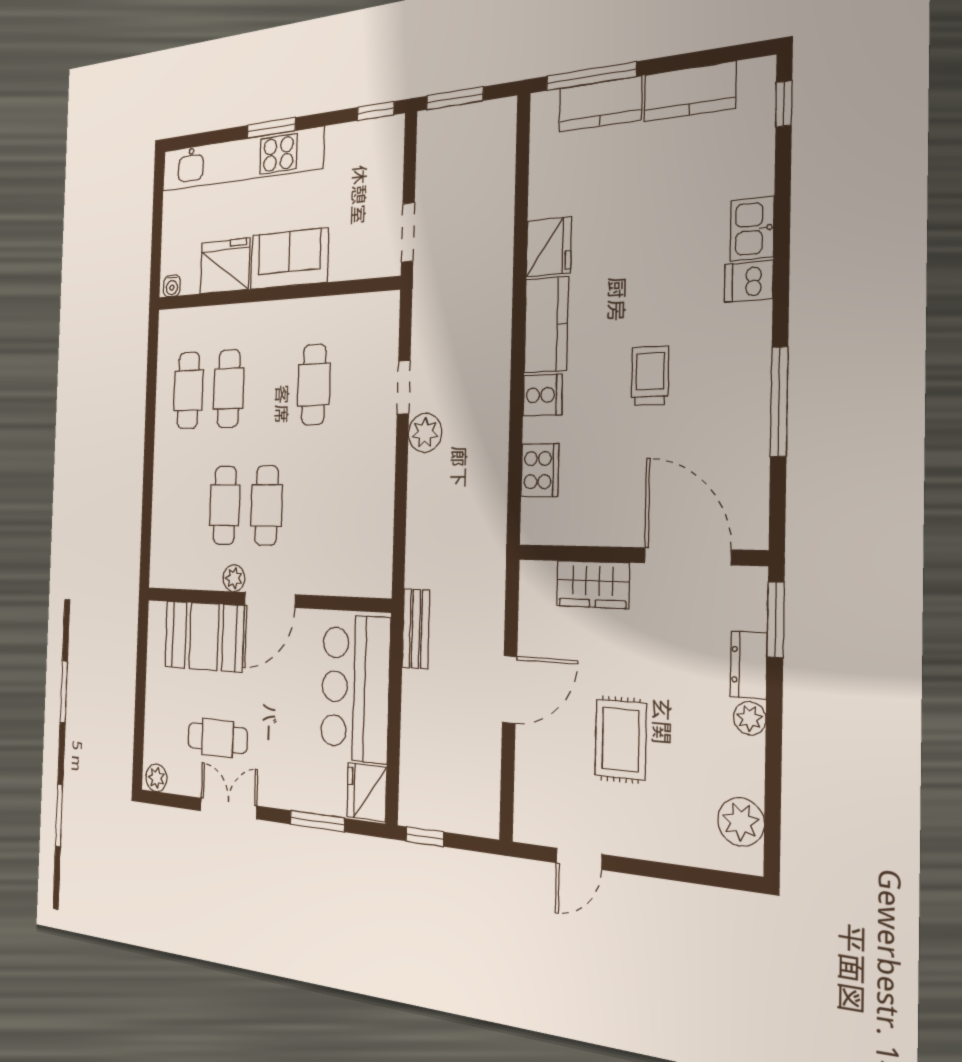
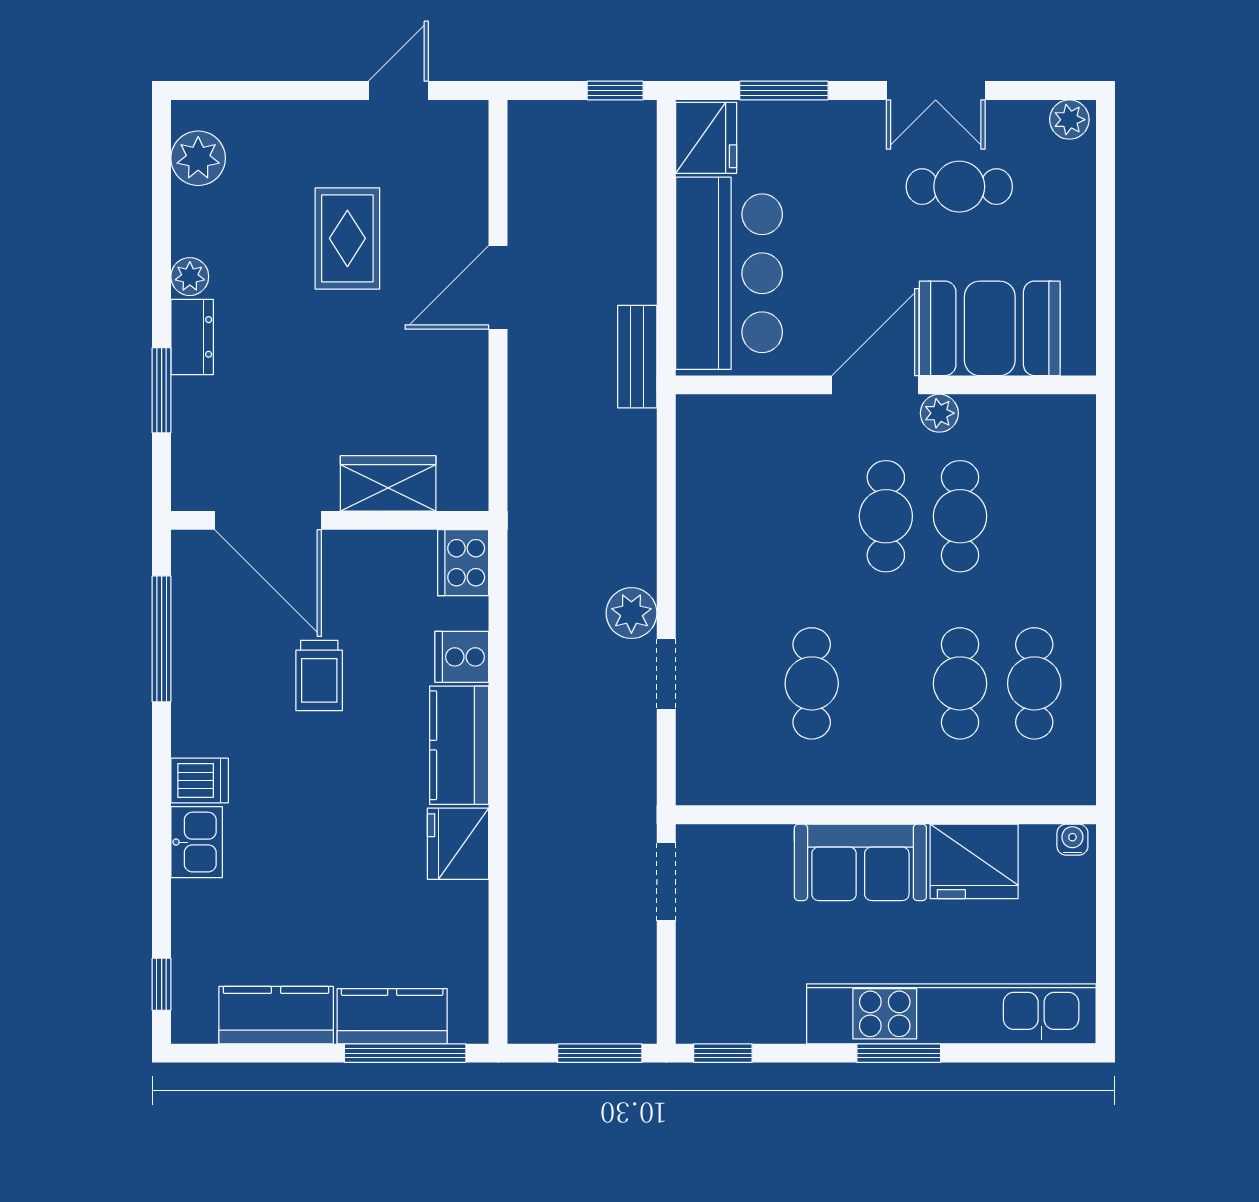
wall: (638, 555) -> (330, 520), moved
door: (687, 556) -> (268, 520), moved
wardrobe: (593, 584) -> (388, 483), moved

